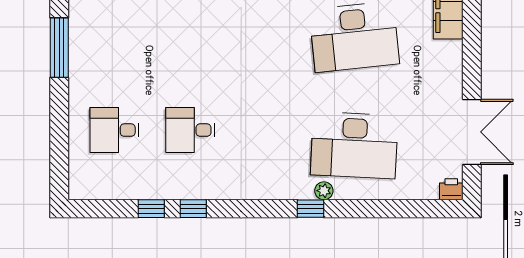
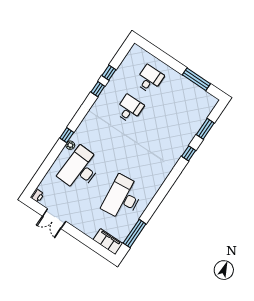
double door: (472, 132) -> (54, 219), width x0.73

